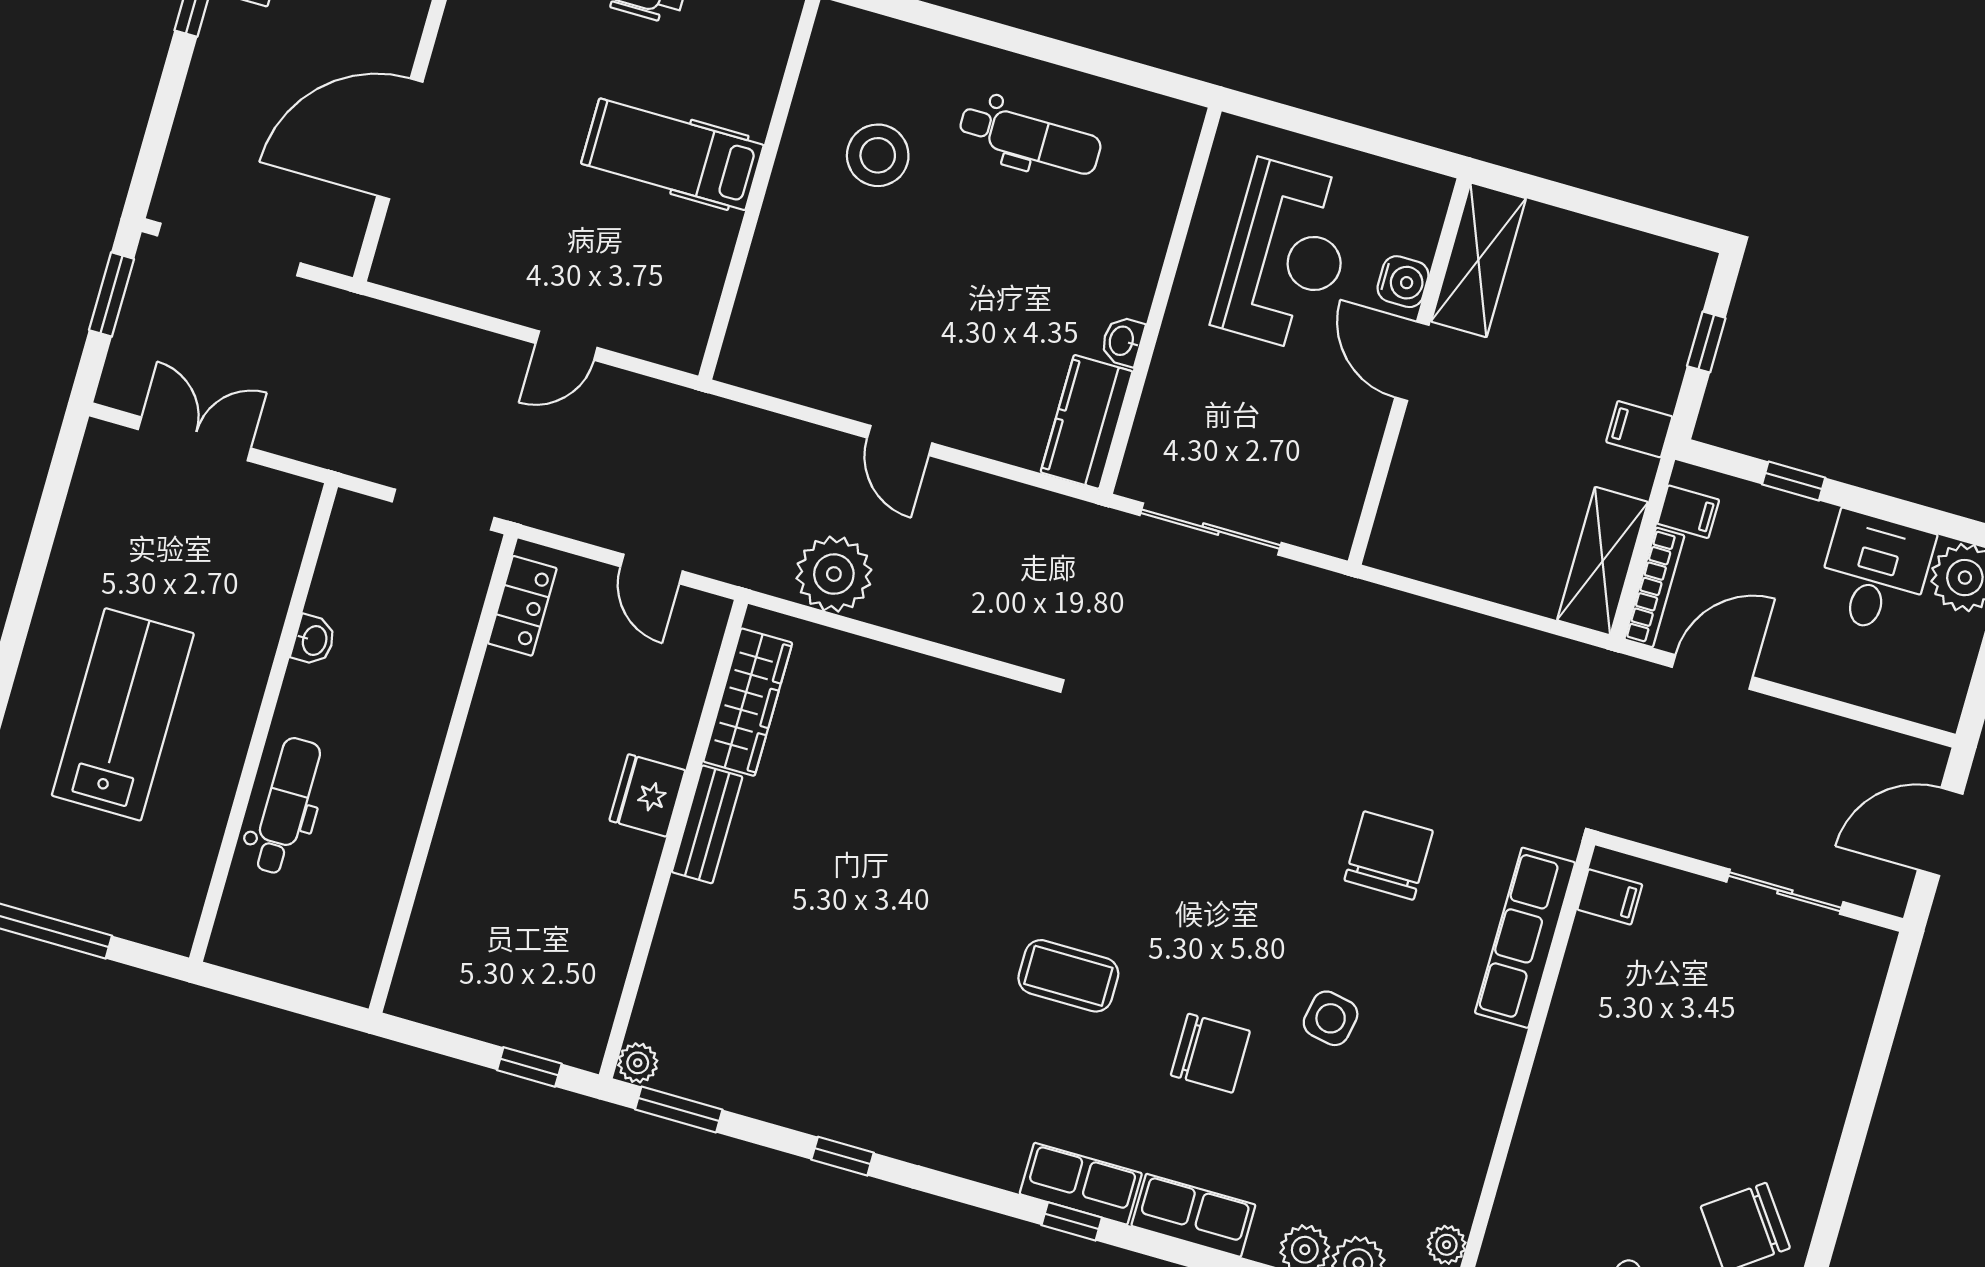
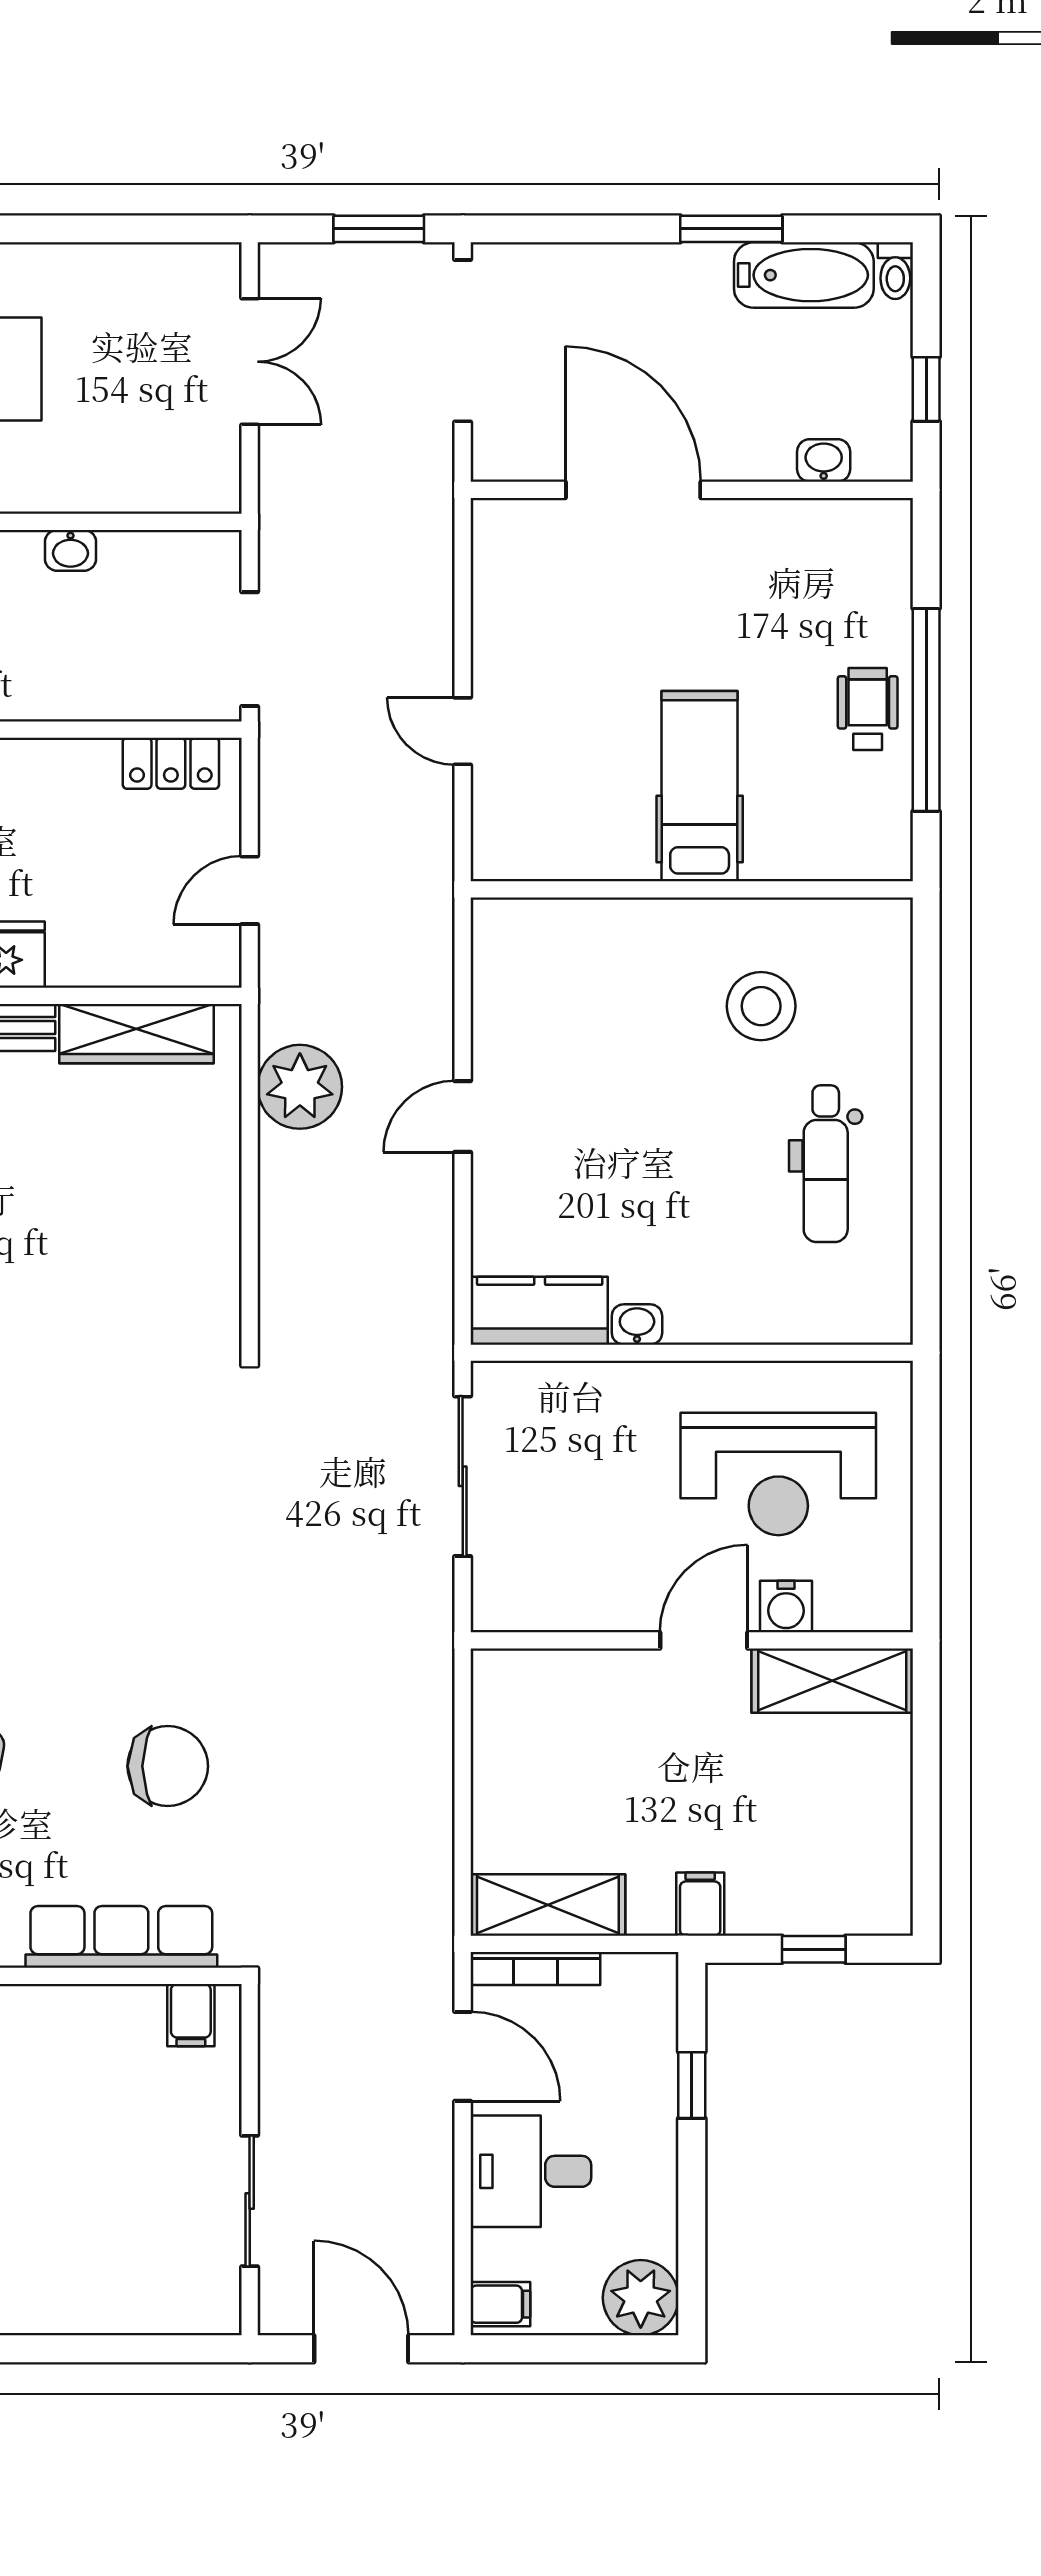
filing cabinet: (1688, 512) -> (500, 2304), moved, turned -90
desk: (1875, 573) -> (531, 2171), moved, turned 180

